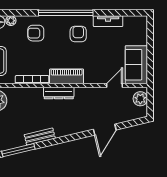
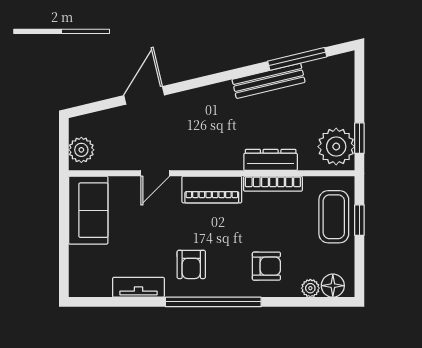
door: (114, 86) -> (155, 173), moved
dresser: (59, 93) -> (271, 160), moved
bench: (40, 137) -> (269, 81), width x1.36

